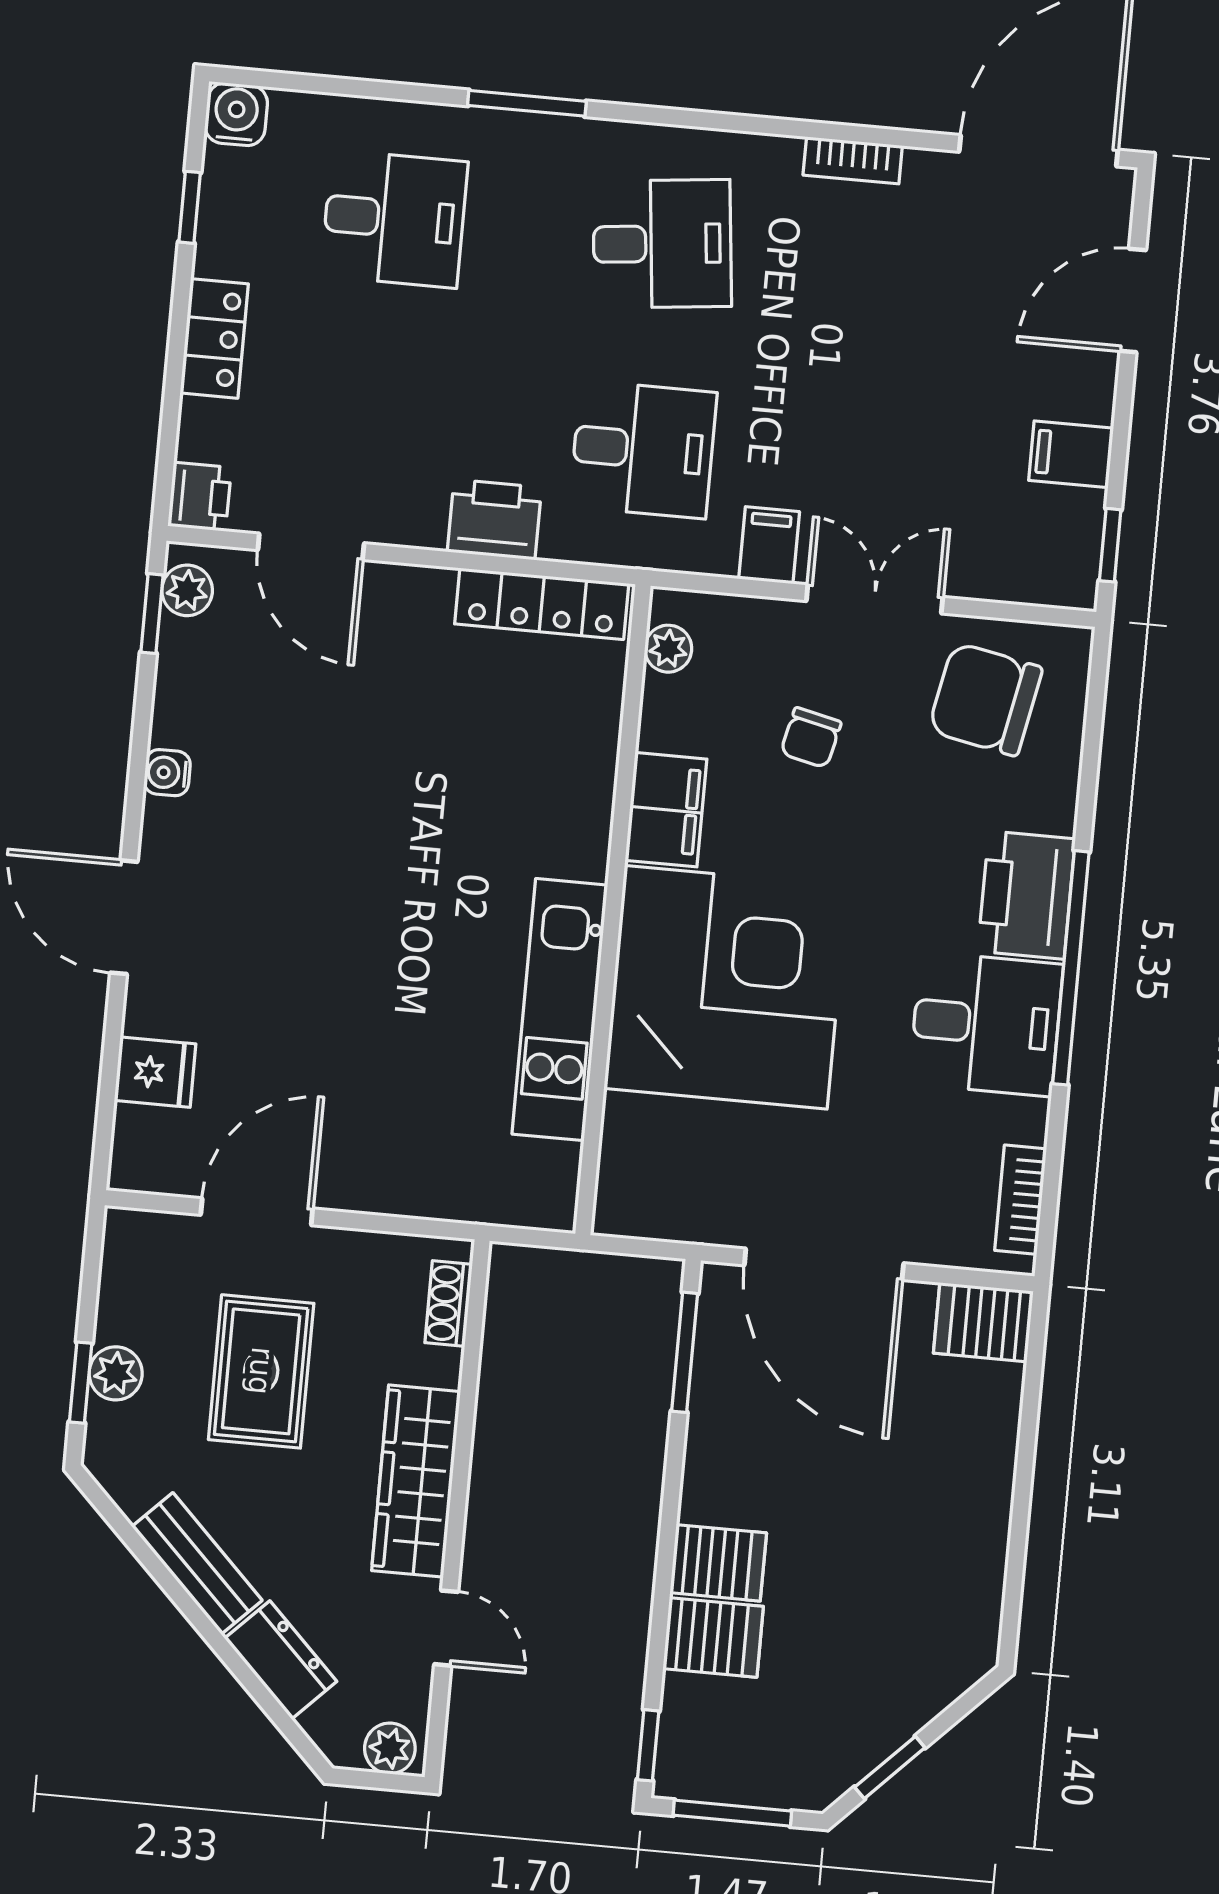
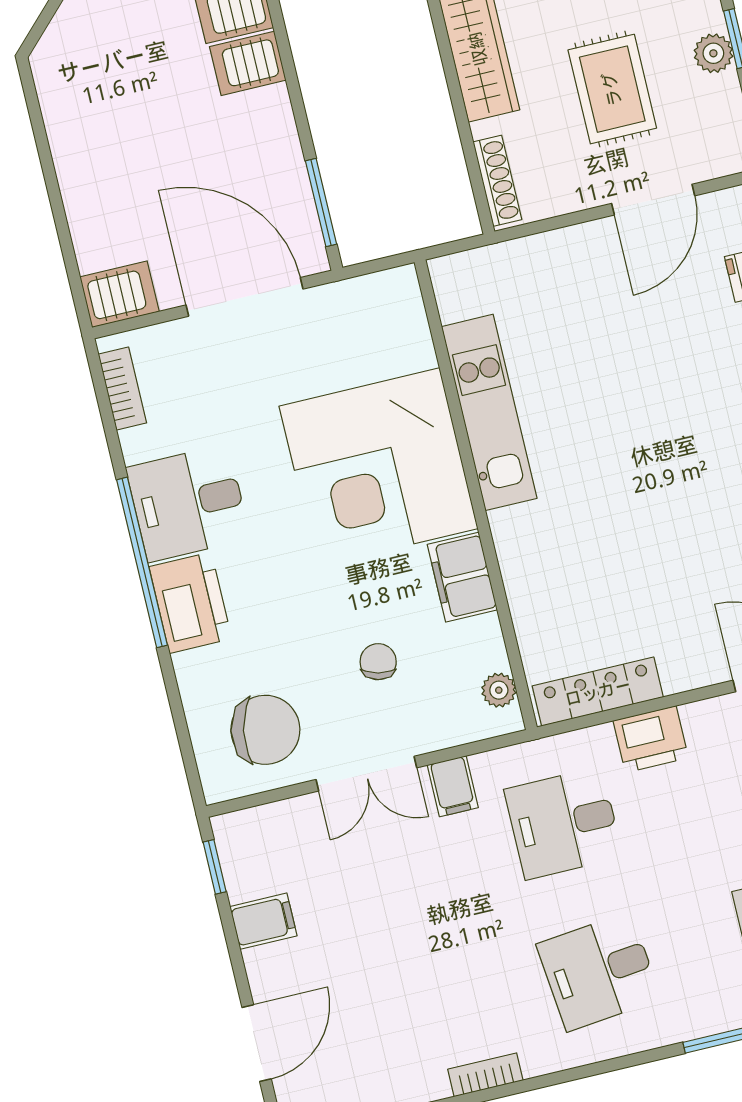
shoe rack: (449, 1304) -> (497, 181), width x1.43

